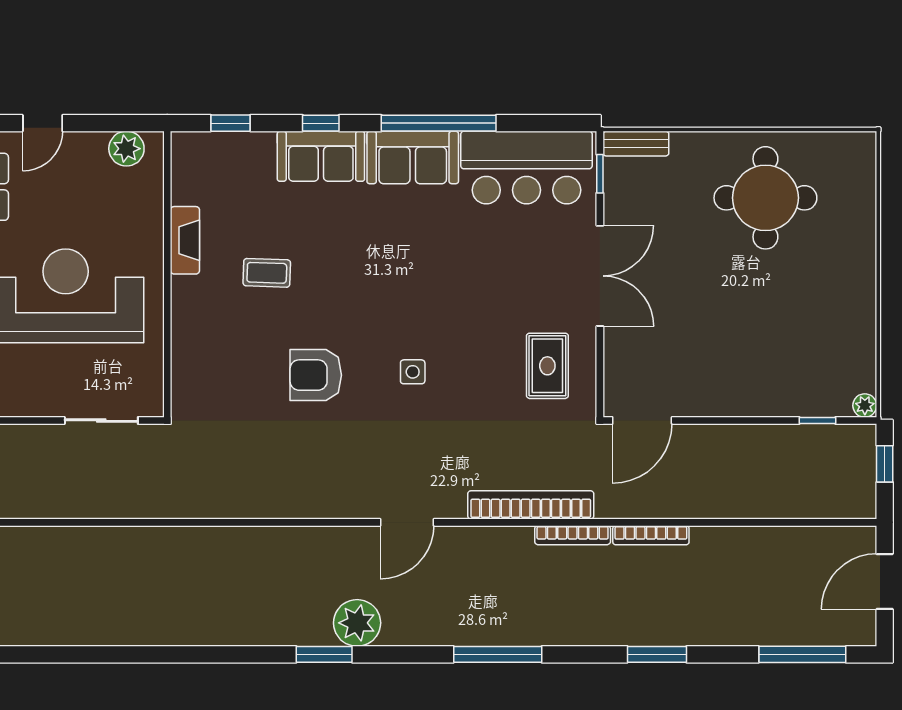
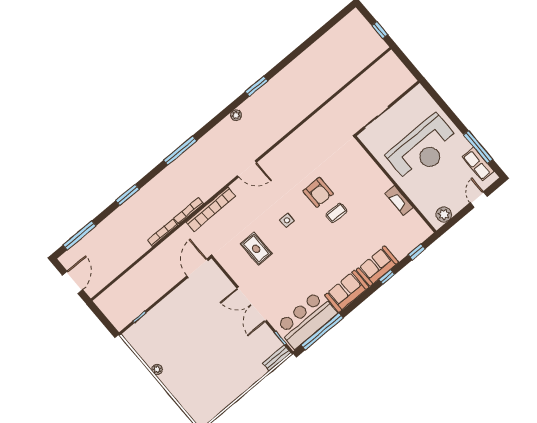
window: (439, 123) -> (322, 331), moved
round table: (765, 198) -> (219, 376), removed
coffee table: (267, 273) -> (336, 213), moved
rug: (547, 366) -> (256, 249), moved
armchair: (316, 375) -> (318, 192), turned 90
plant: (865, 406) -> (157, 370), moved
window: (885, 464) -> (105, 321), removed
door: (407, 522) -> (247, 169), swing flipped
plant: (357, 623) -> (236, 115), width x0.53, depth x0.53
window: (324, 654) -> (256, 86), moved

